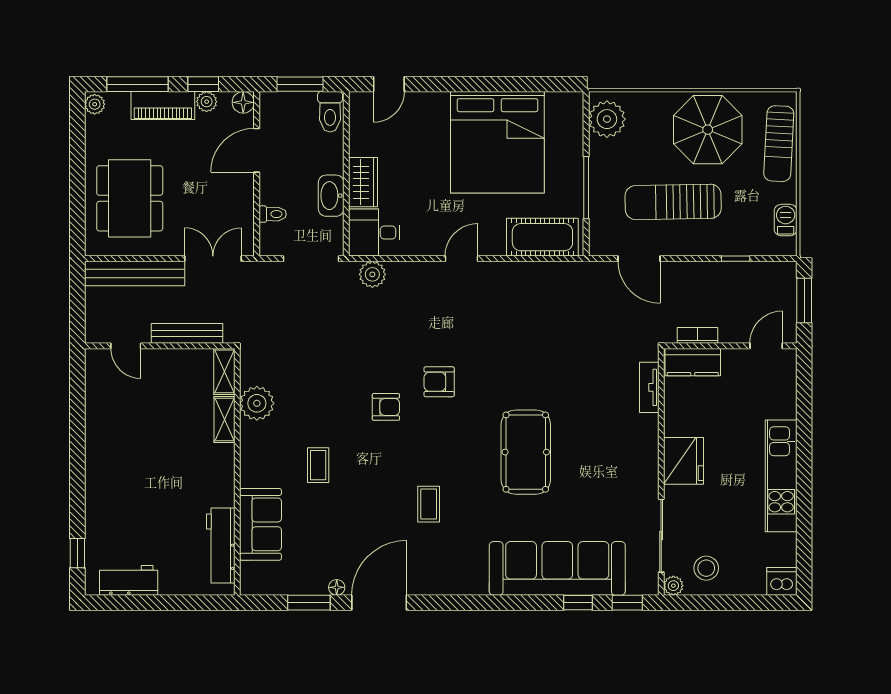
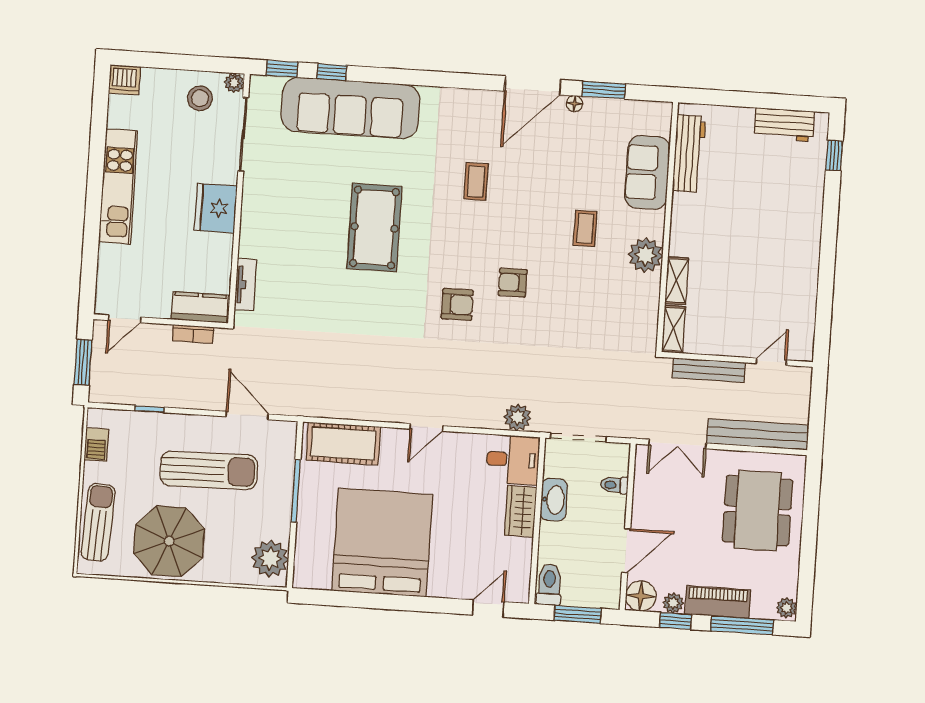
floor lamp: (243, 102) -> (641, 596), width x1.38, depth x1.38
door: (126, 346) -> (771, 362), hinge flipped
plant: (257, 403) -> (645, 255), moved

